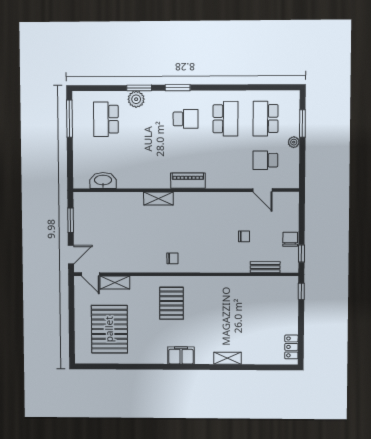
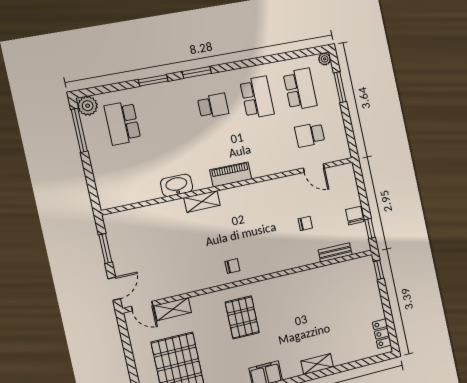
plant: (136, 99) -> (88, 106), moved
school desk: (266, 119) -> (300, 89), turned 180
plant: (294, 142) -> (325, 59), moved
washbasin: (103, 180) -> (177, 185), moved

